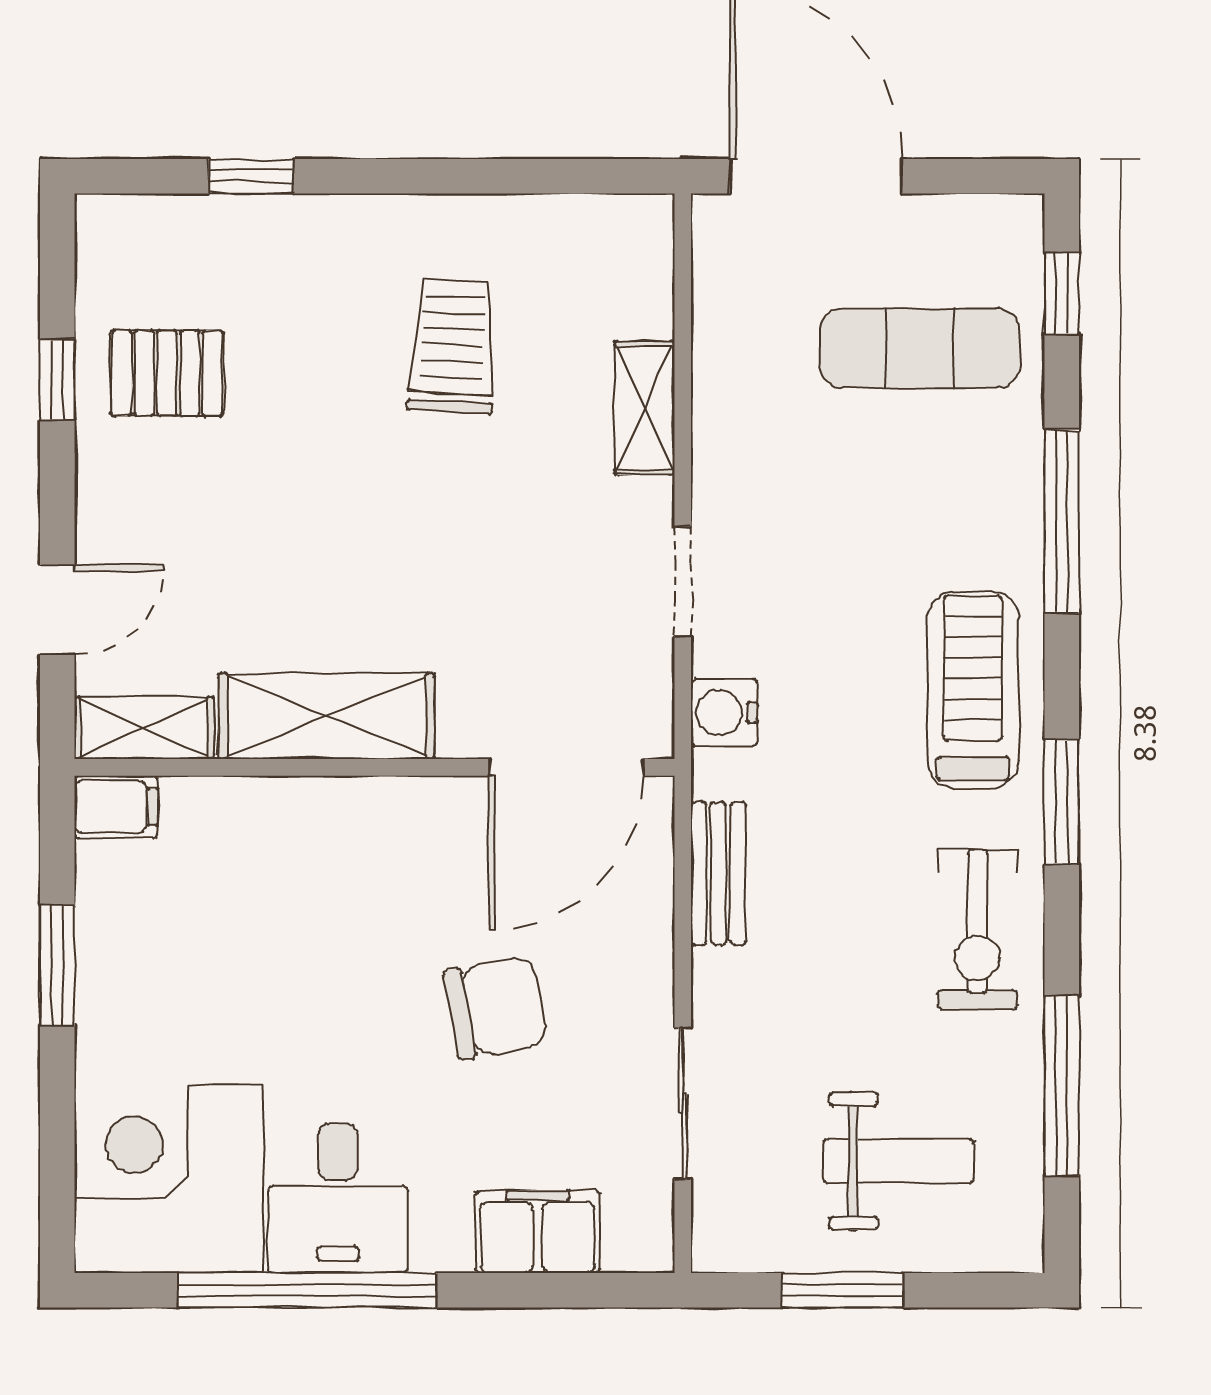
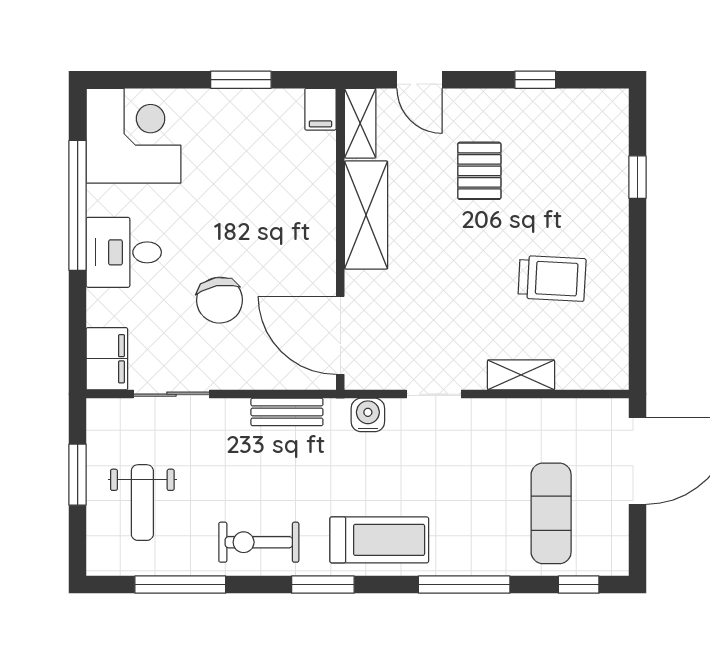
pallet: (167, 373) -> (479, 171), moved
desk: (338, 1198) -> (124, 252), moved
filing cabinet: (538, 1232) -> (107, 359), moved

